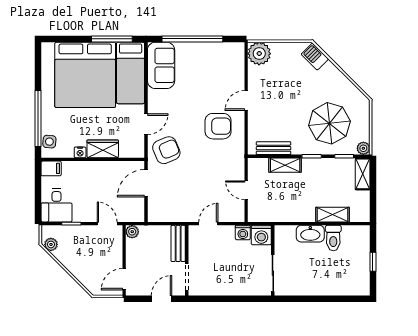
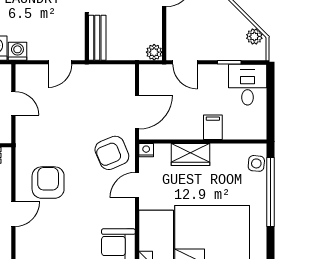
armchair: (218, 126) -> (48, 183), turned 90
nightstand: (80, 152) -> (146, 150), moved
filing cabinet: (51, 168) -> (213, 127), moved, turned 90

